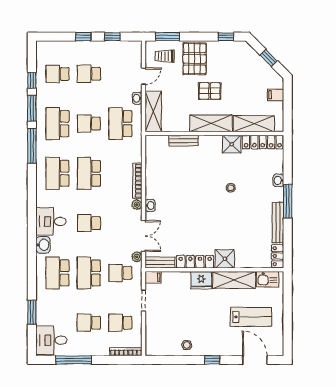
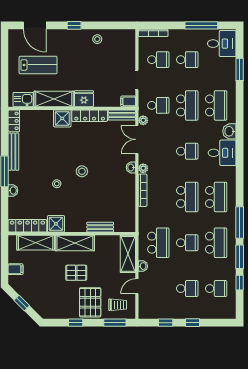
window: (226, 37) -> (76, 323), moved
stool: (203, 201) -> (82, 171), added
lab bench: (251, 317) -> (38, 65), turned 180

